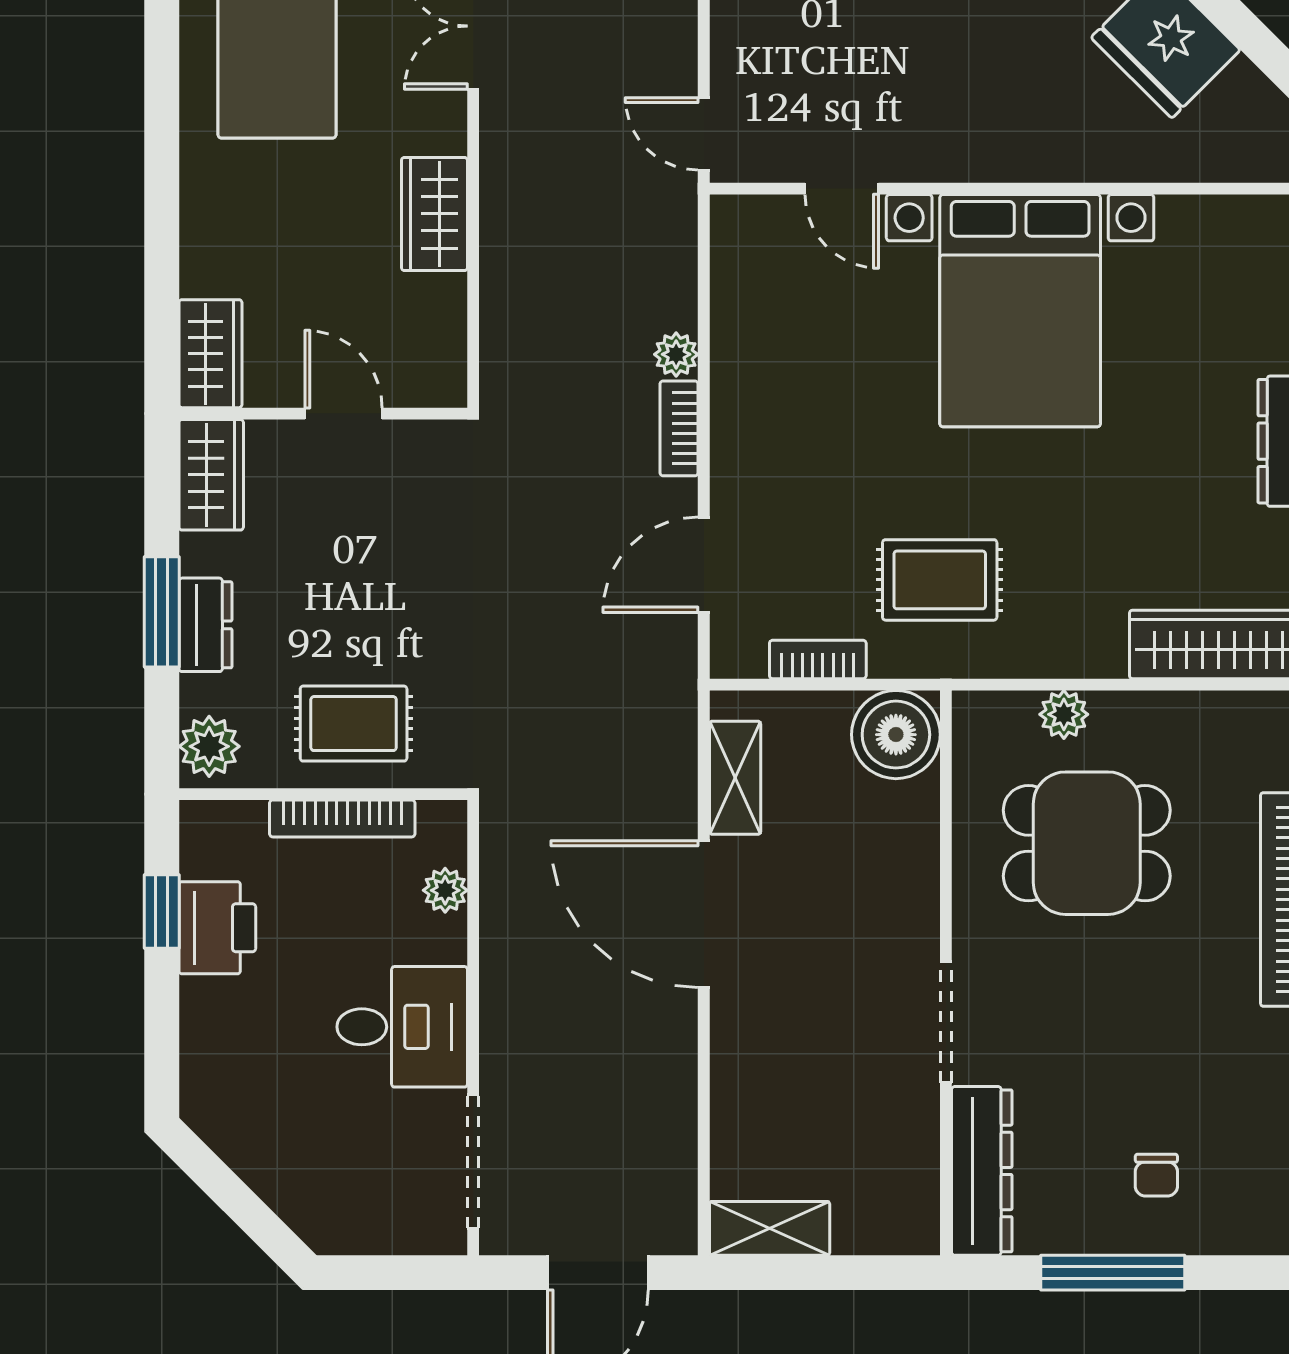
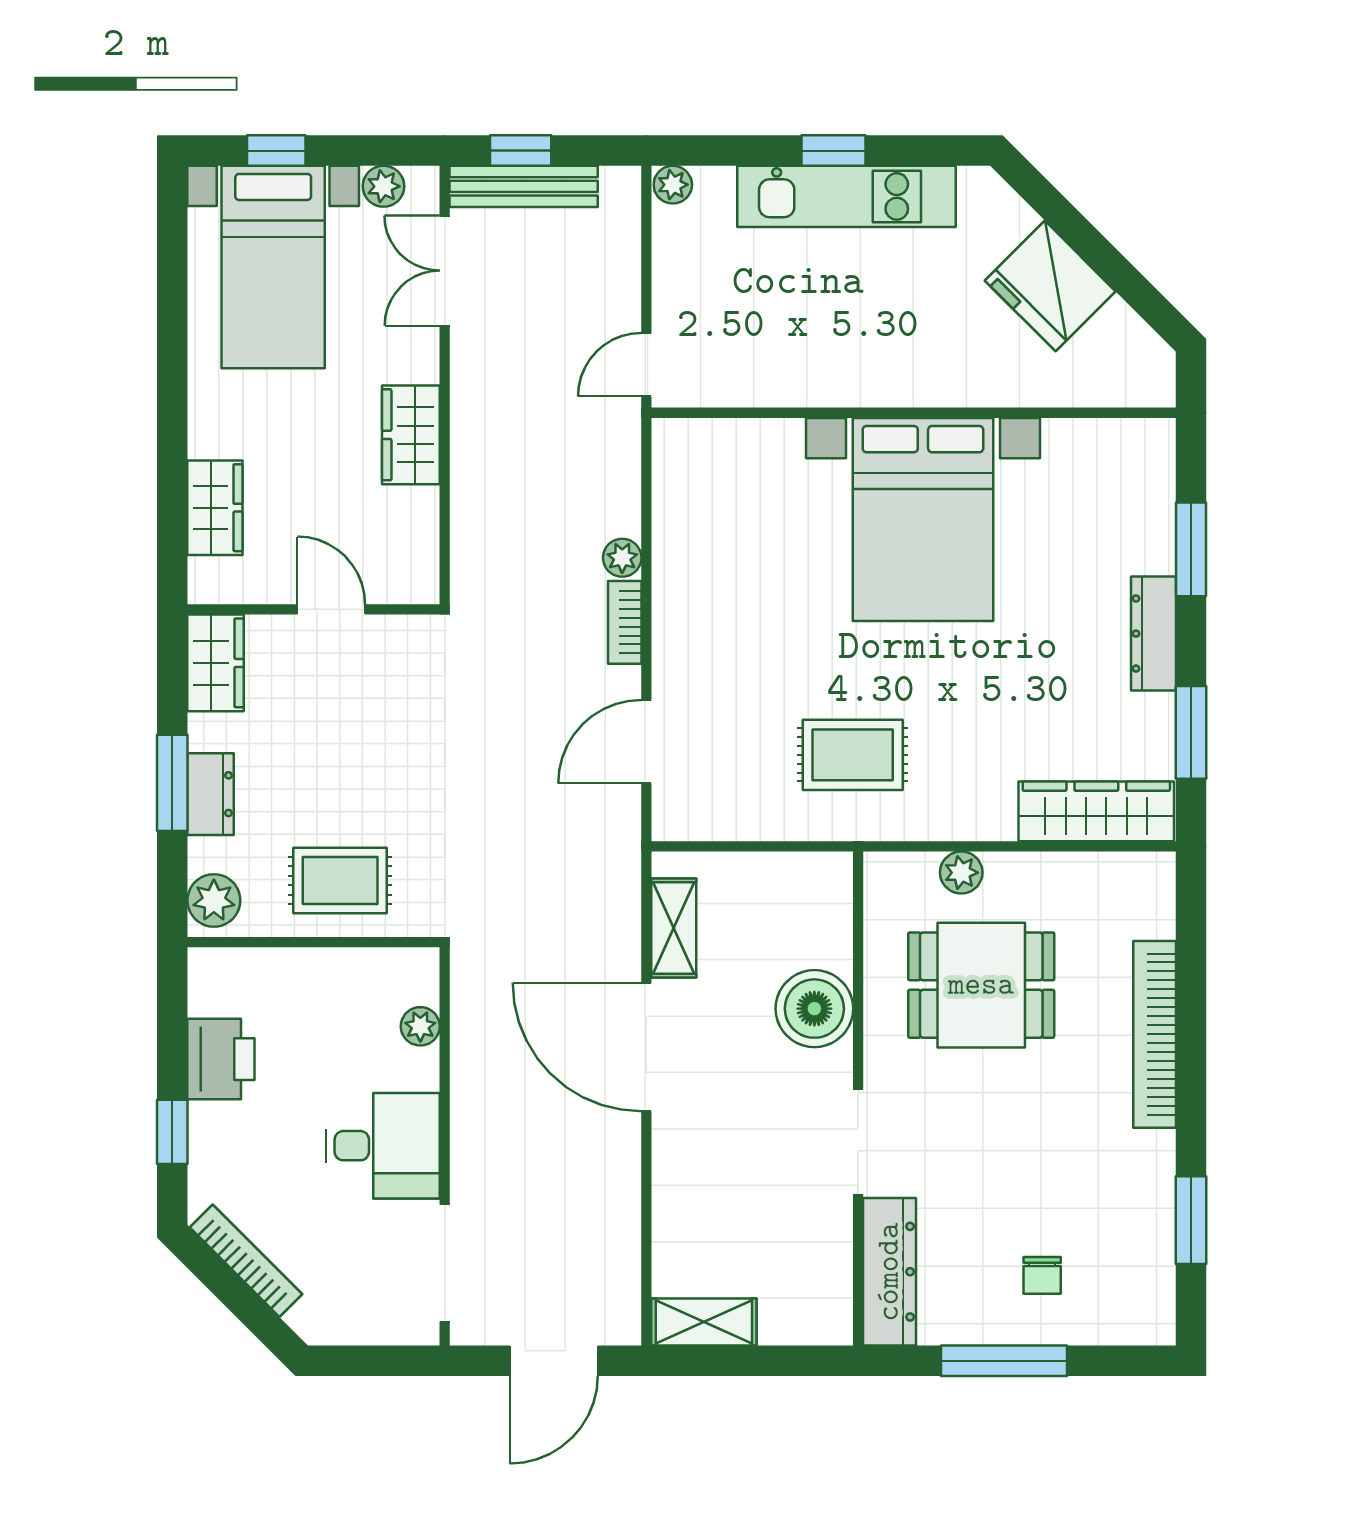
door: (704, 134) -> (646, 365), hinge flipped
door: (842, 189) -> (767, 413), removed
wardrobe: (210, 354) -> (215, 508), moved
bookcase: (818, 659) -> (746, 824), removed
boiler: (896, 735) -> (814, 1009), moved
bookcase: (342, 818) -> (246, 1261), moved, turned -135
window: (162, 911) -> (172, 1132), moved

